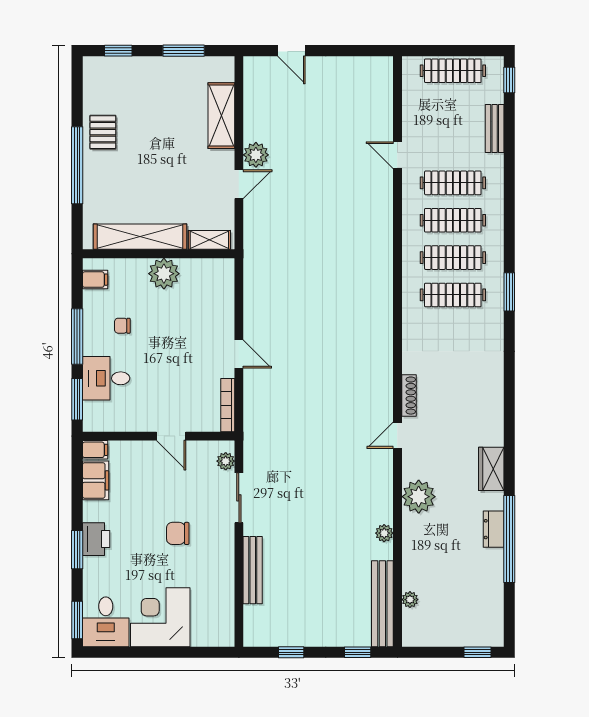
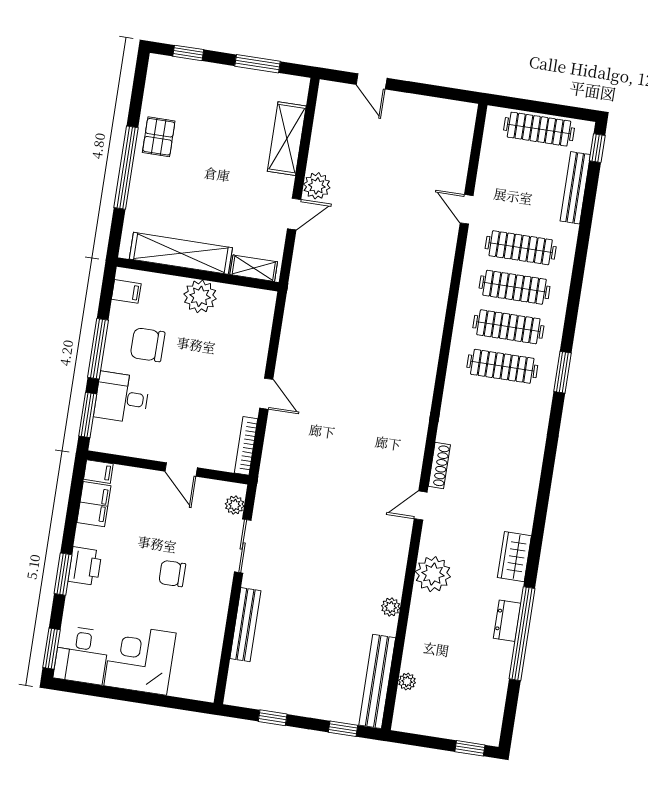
bench: (495, 129) -> (575, 188), width x1.36
chair: (122, 326) -> (148, 345), width x1.87, depth x1.87

